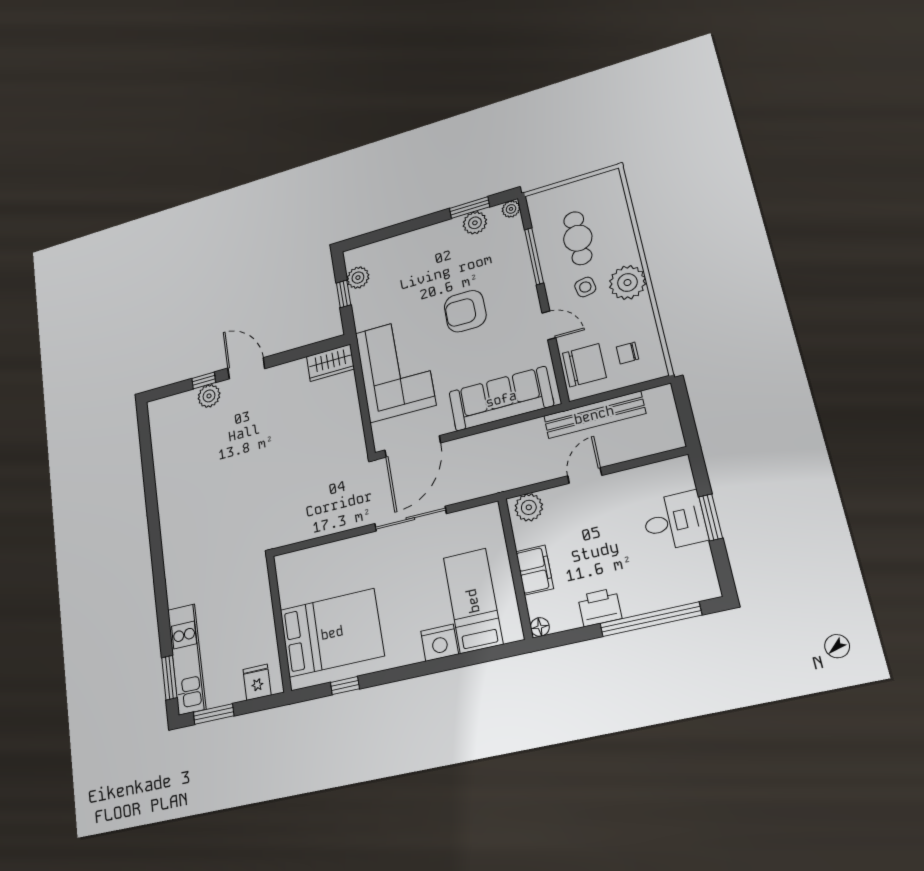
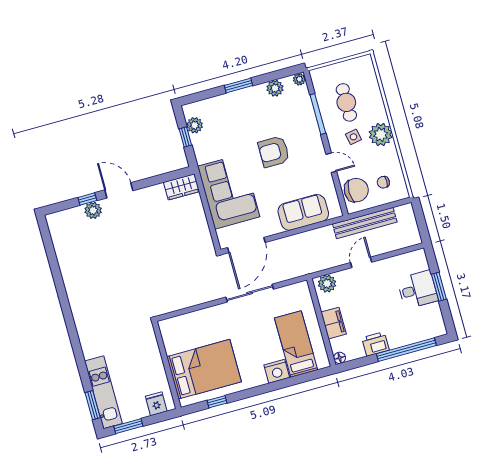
window: (470, 208) -> (238, 86), moved
sofa: (501, 399) -> (303, 212), width x0.73

